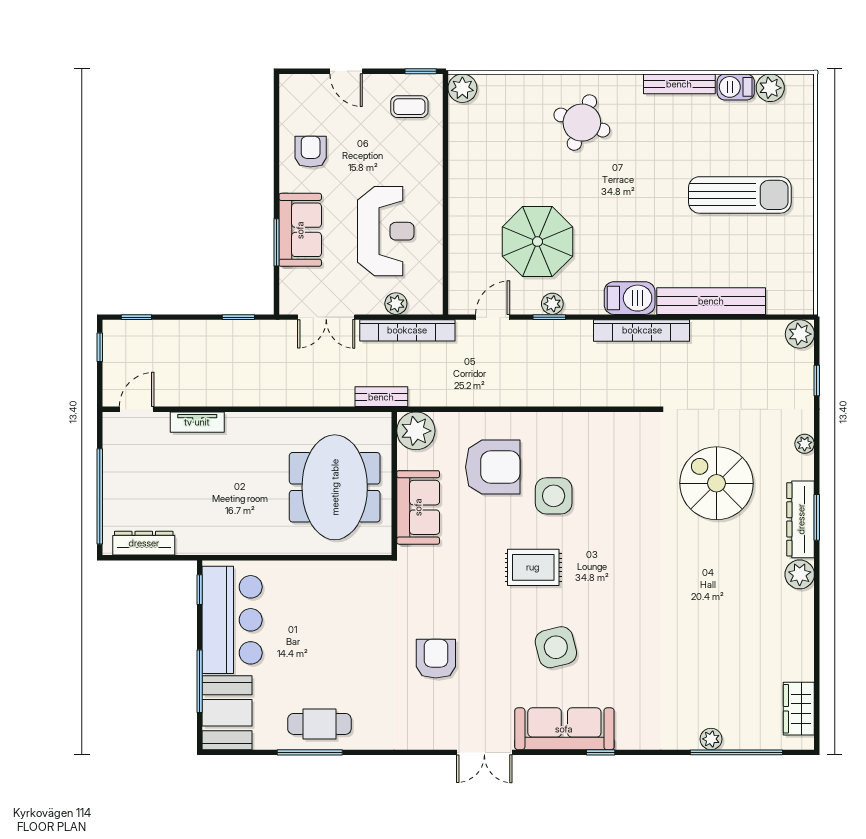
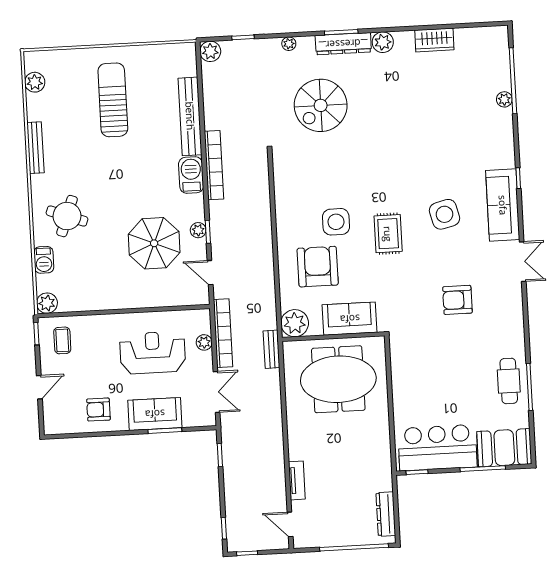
barbecue: (736, 87) -> (44, 260), moved
wardrobe: (799, 709) -> (434, 40), moved

